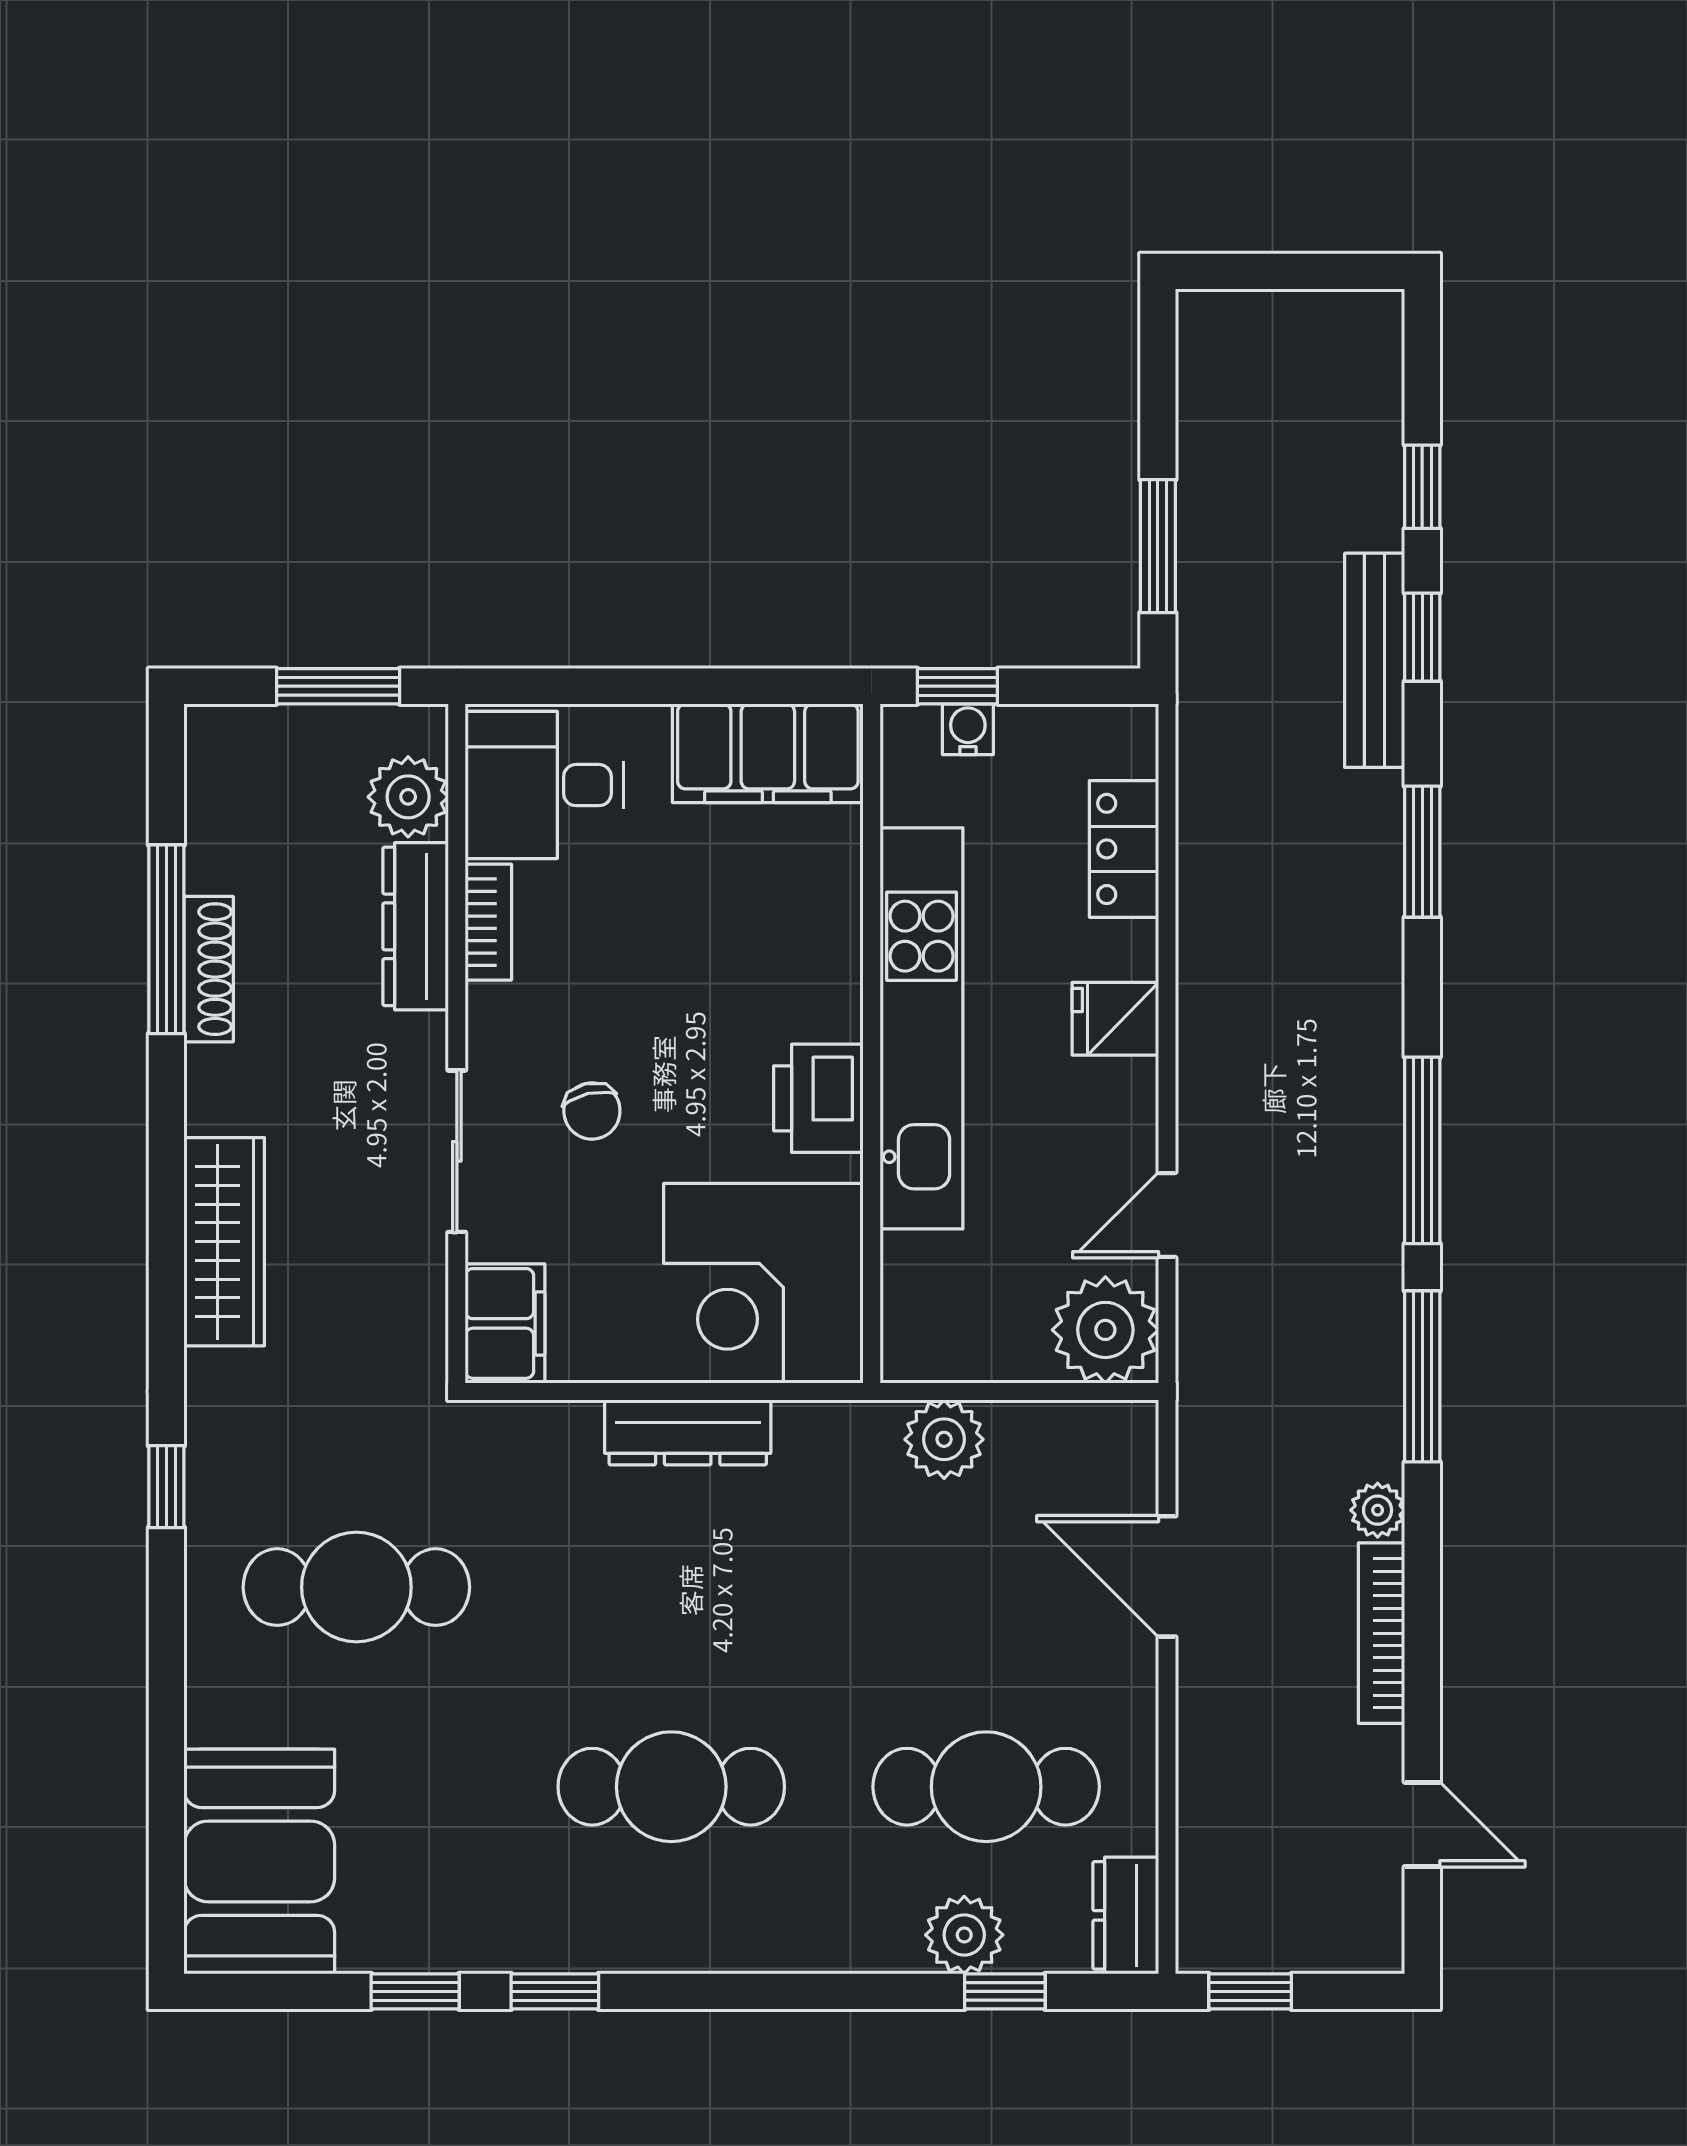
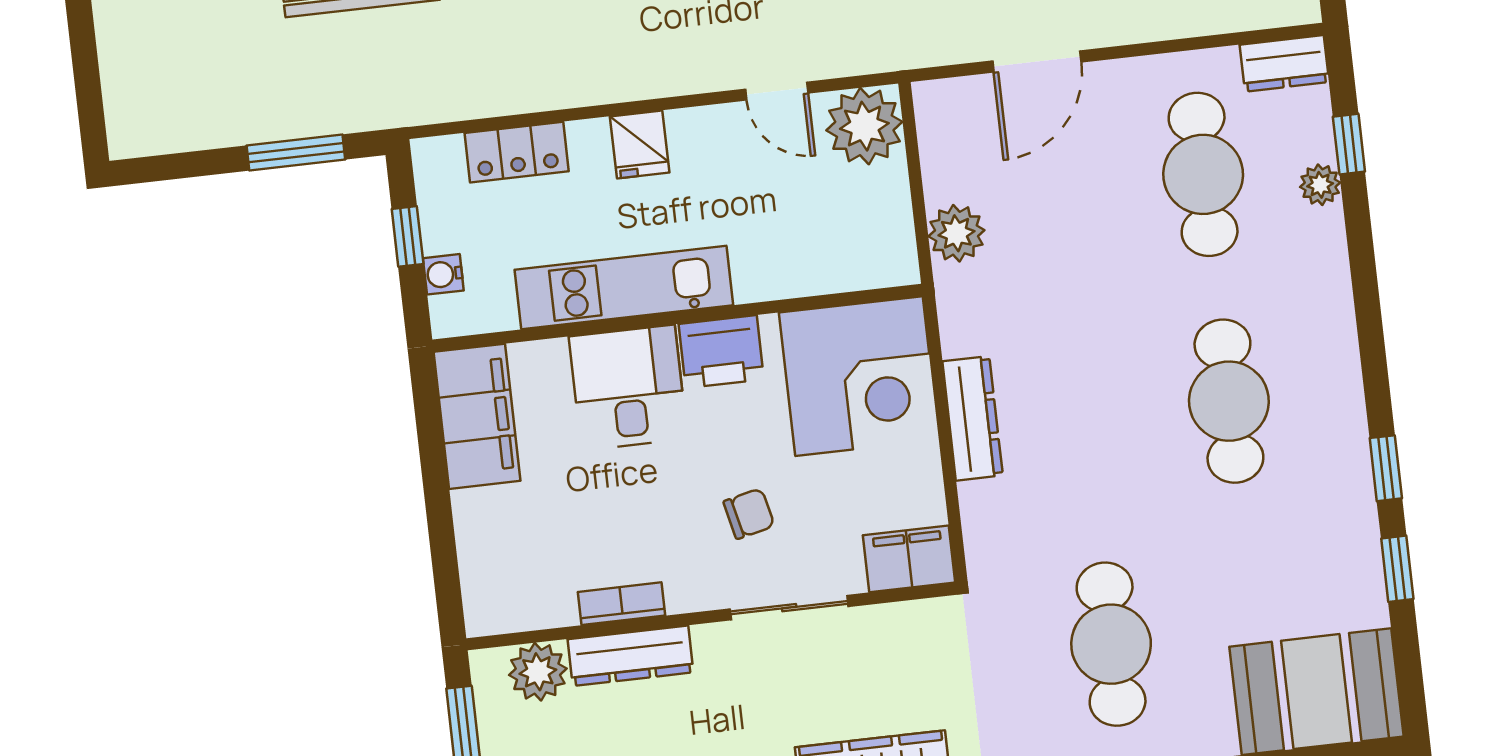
window: (957, 686) -> (408, 236), moved
desk: (545, 785) -> (628, 387), moved, turned 180
kitchen unit: (922, 1028) -> (624, 288), width x0.73
plant: (964, 1935) -> (1320, 185), width x0.73, depth x0.73

